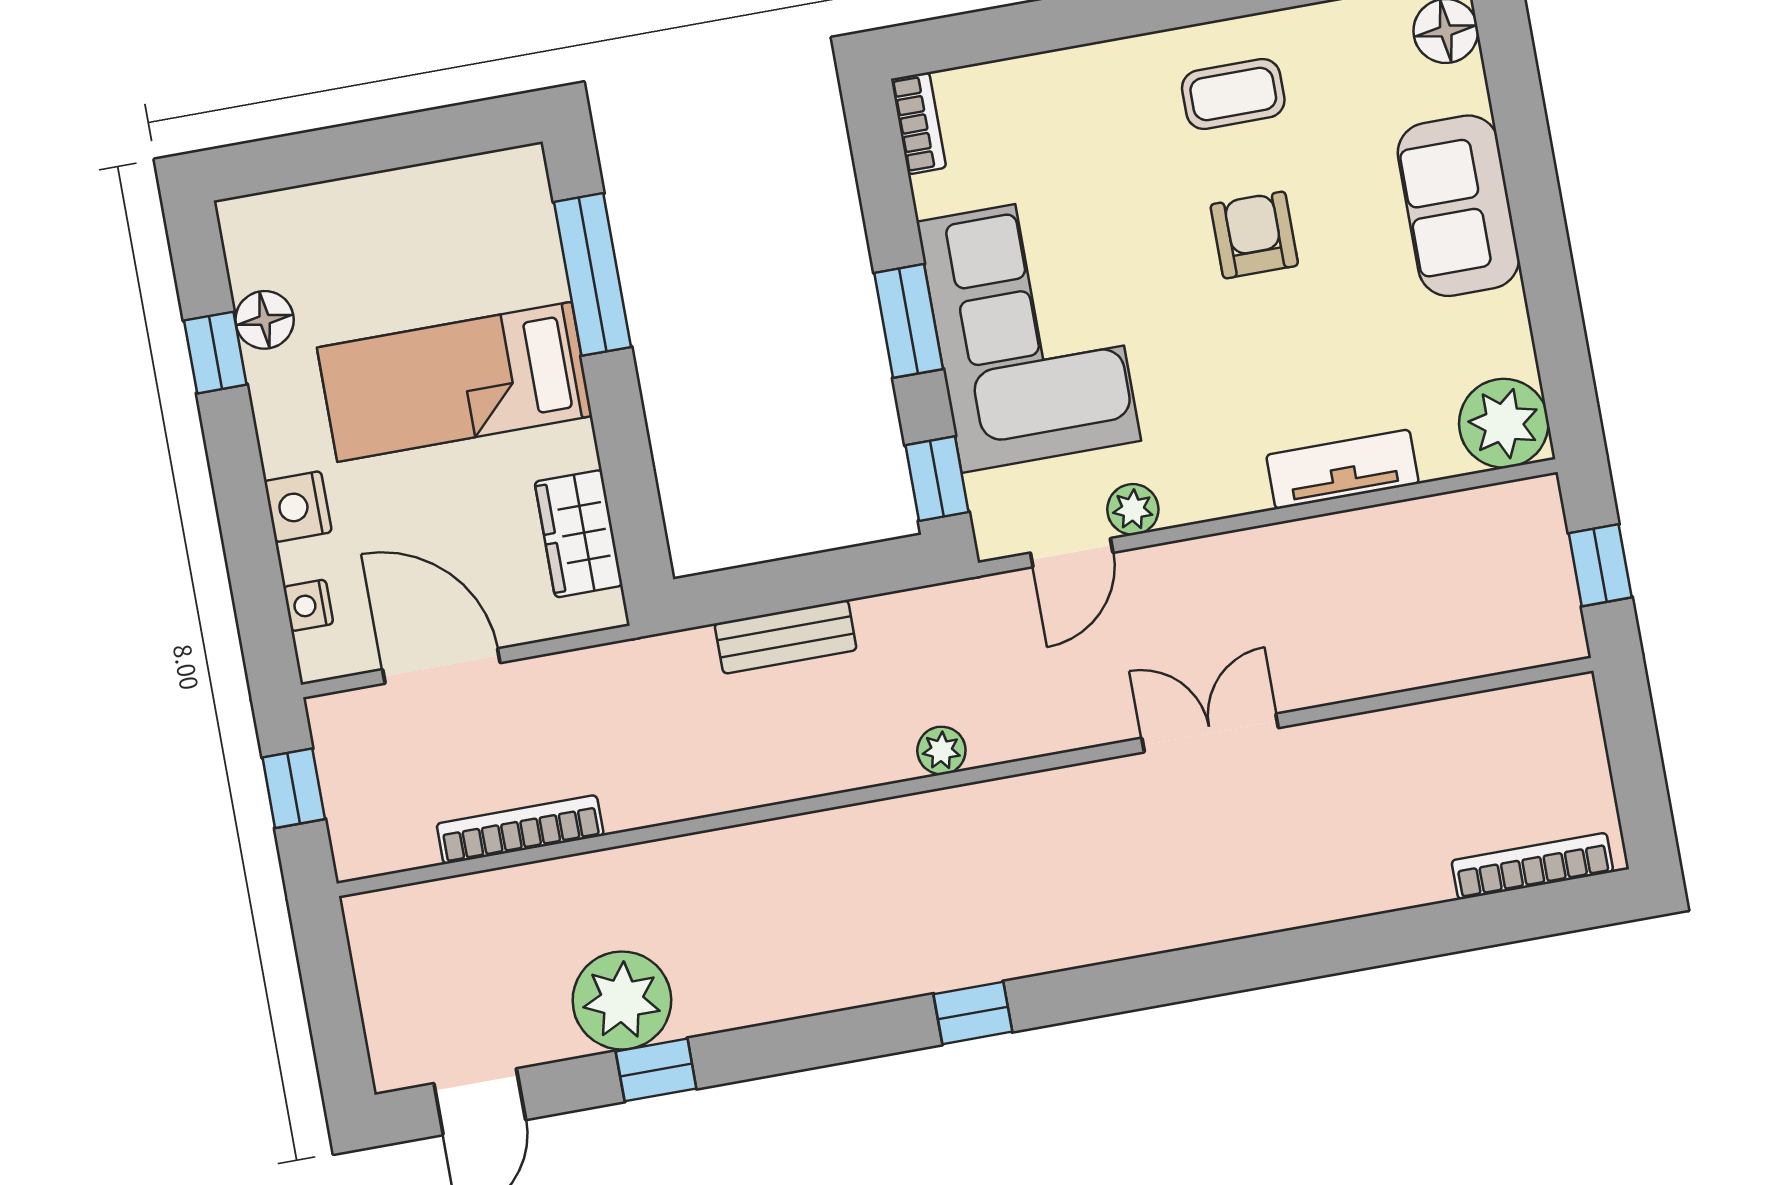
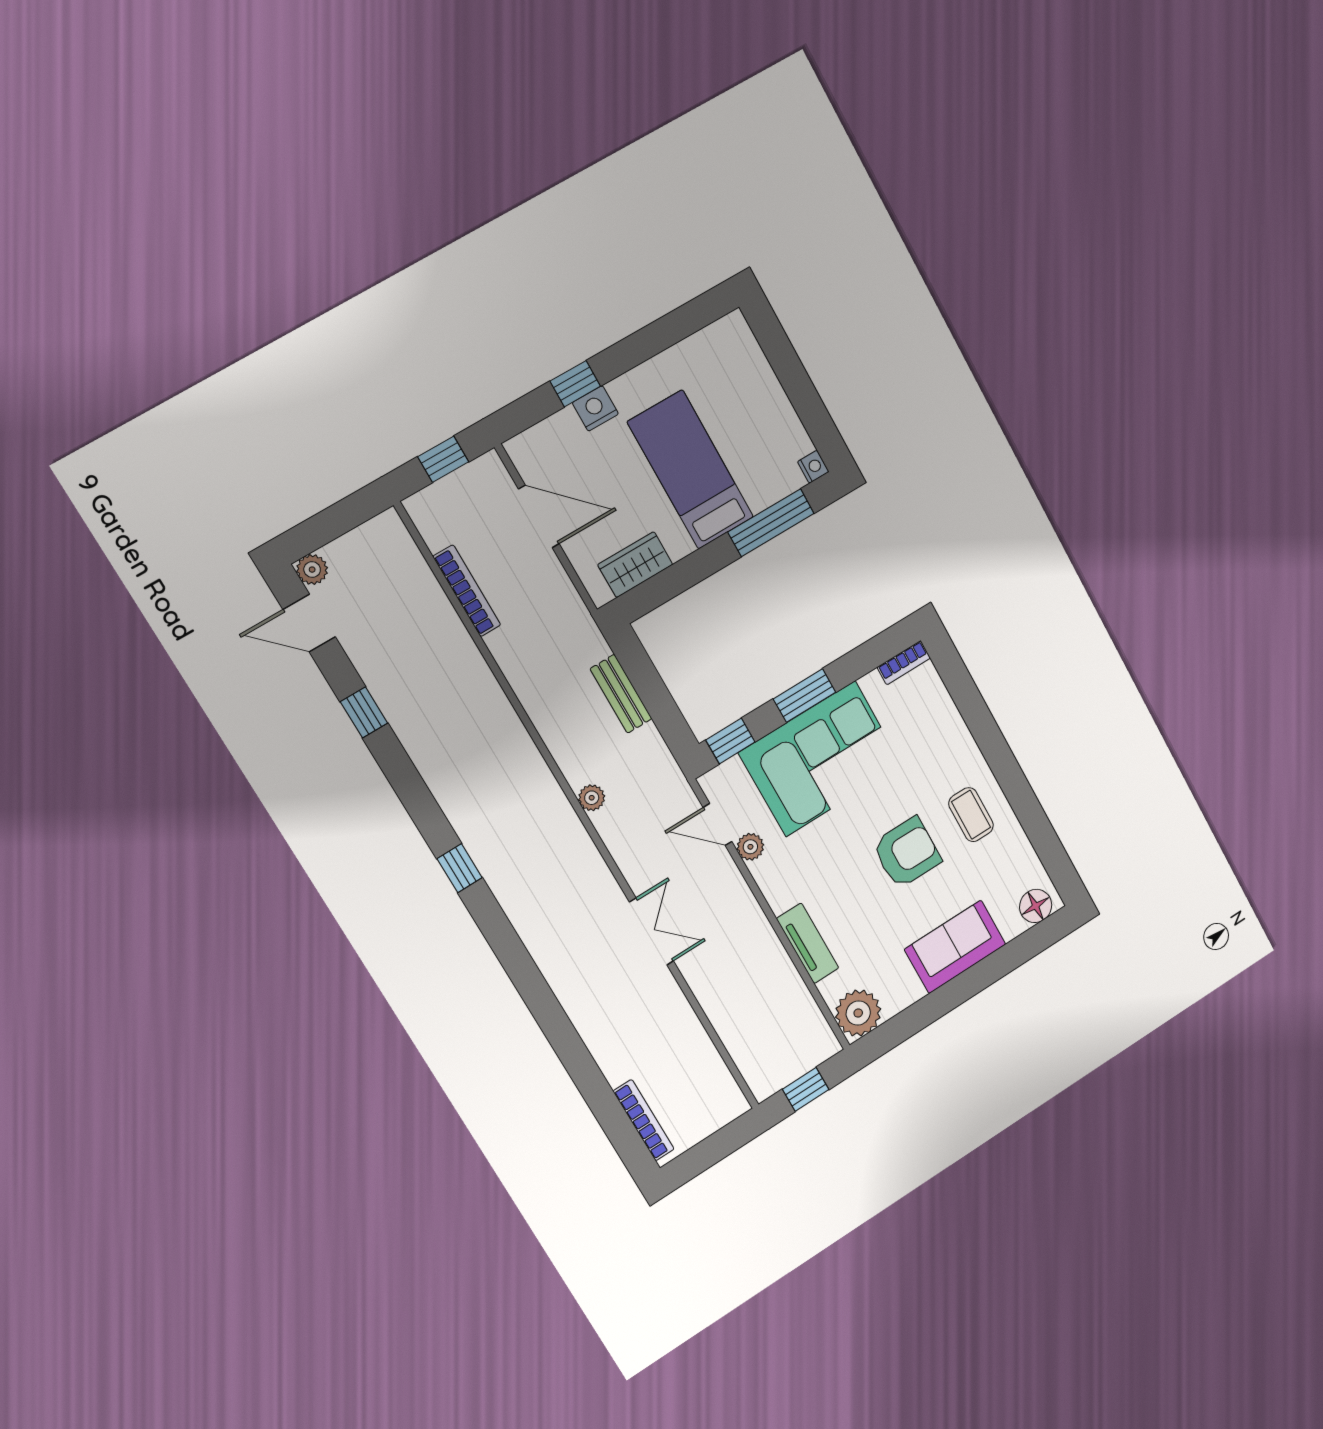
armchair: (1254, 235) -> (907, 853), width x1.38, depth x1.38
floor lamp: (265, 320) -> (687, 356), removed
window: (215, 353) -> (575, 384), moved
nightstand: (308, 605) -> (813, 467), moved, turned 90
door: (441, 666) -> (539, 516), hinge flipped
plant: (622, 1000) -> (312, 570), moved, width x0.53, depth x0.53

